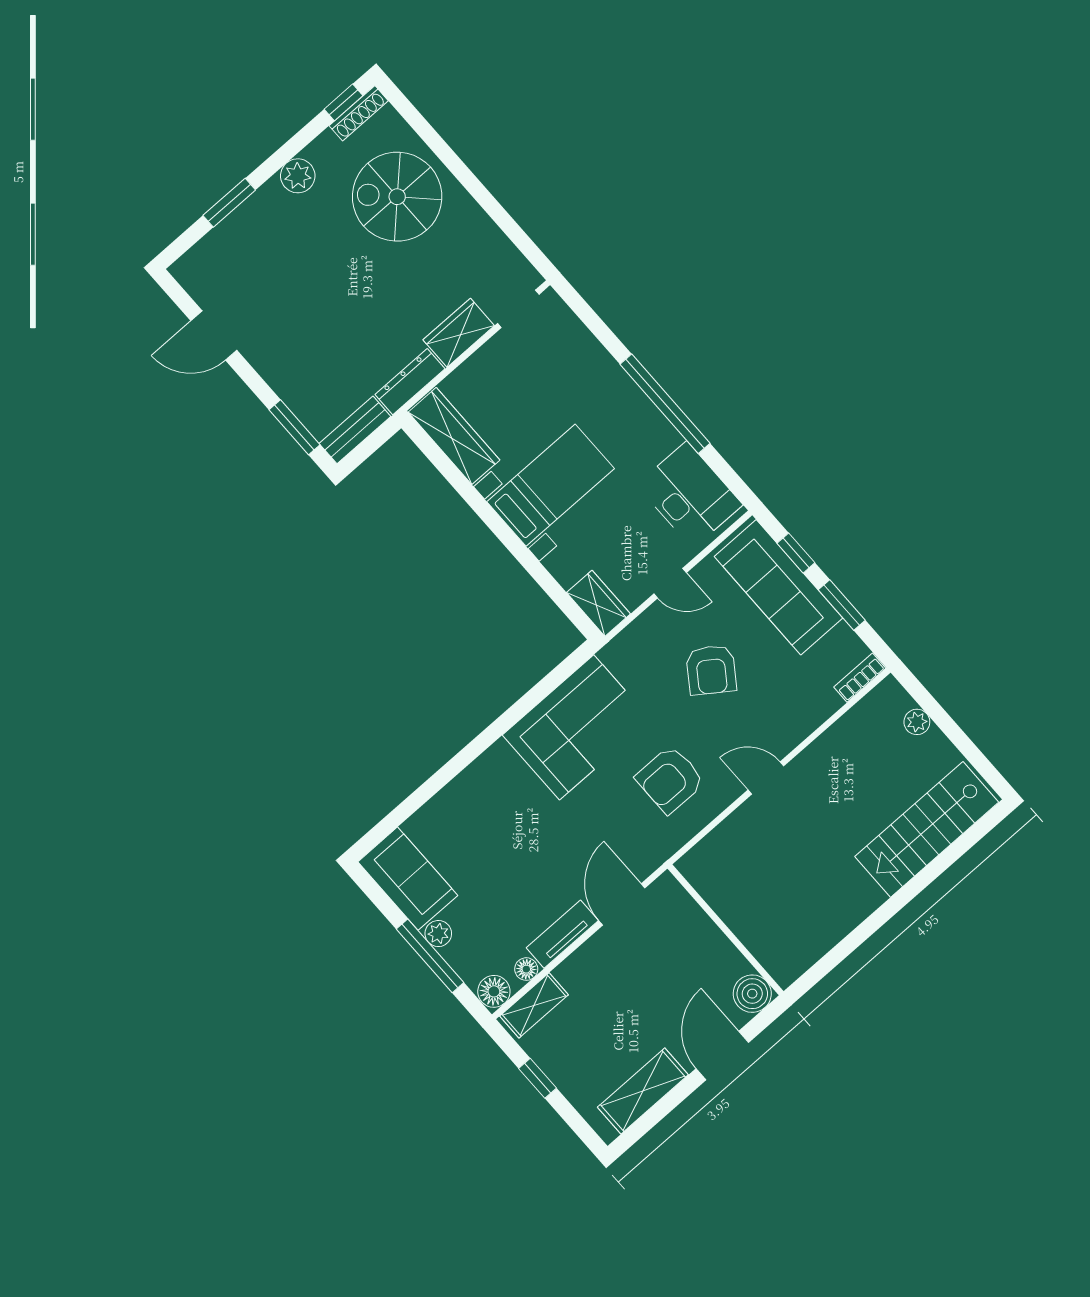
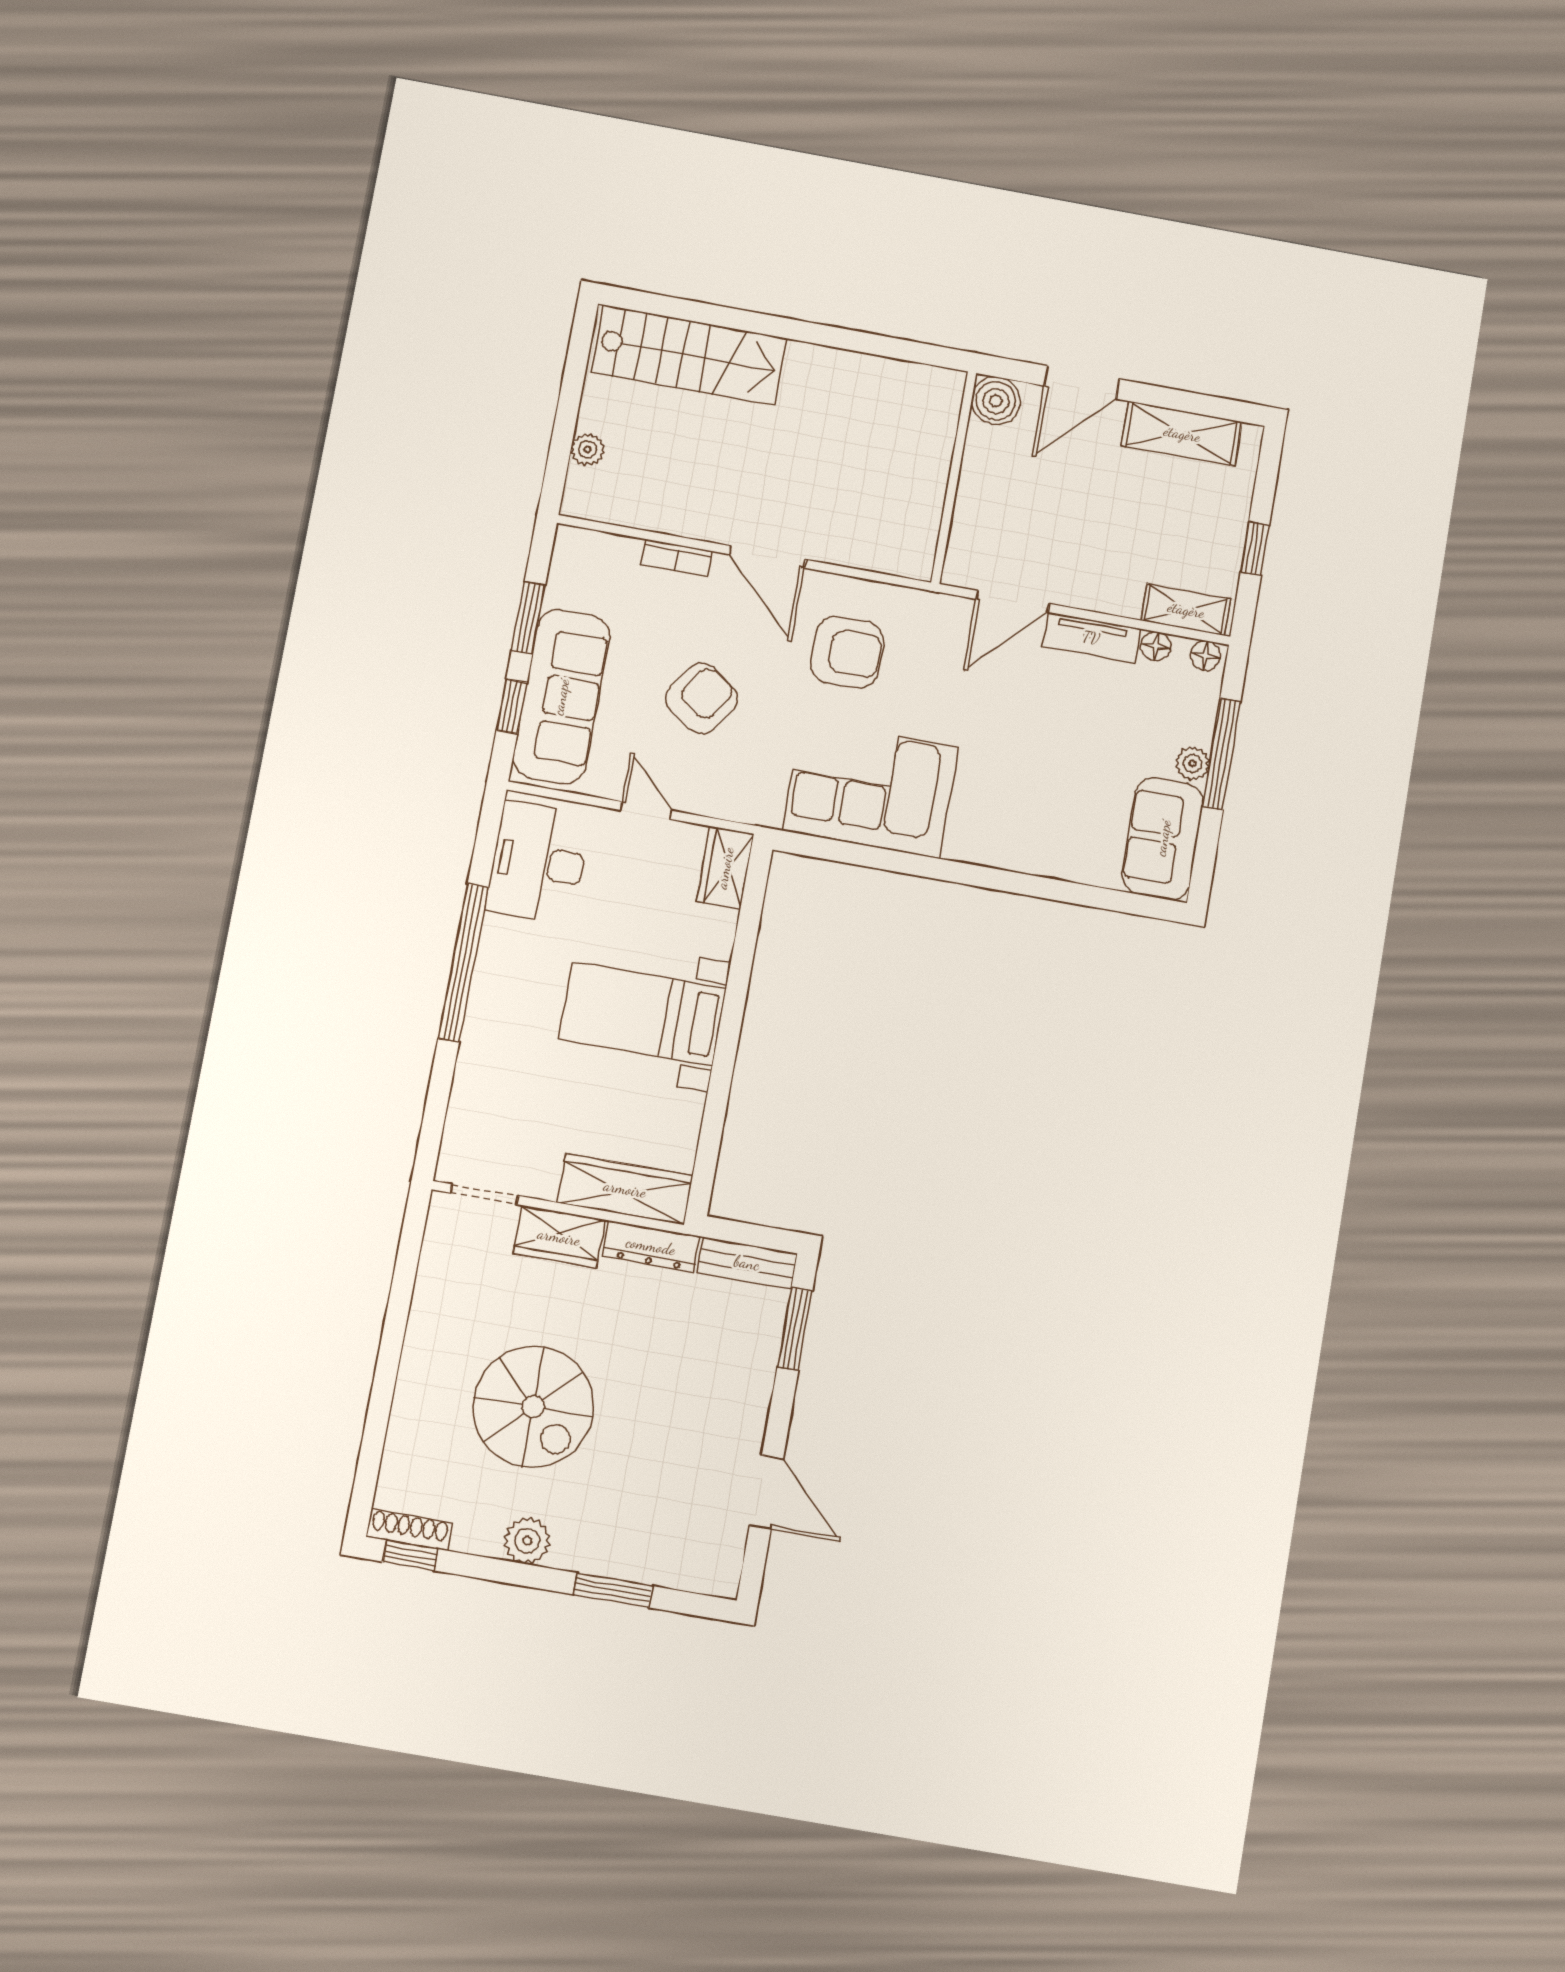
spiral stairs: (397, 197) -> (533, 1407), moved
wardrobe: (454, 436) -> (625, 1189), moved, turned 90
bookcase: (860, 678) -> (677, 558), moved
door: (766, 778) -> (767, 557), width x1.38
floor lamp: (494, 991) -> (1205, 656), width x0.73, depth x0.73

